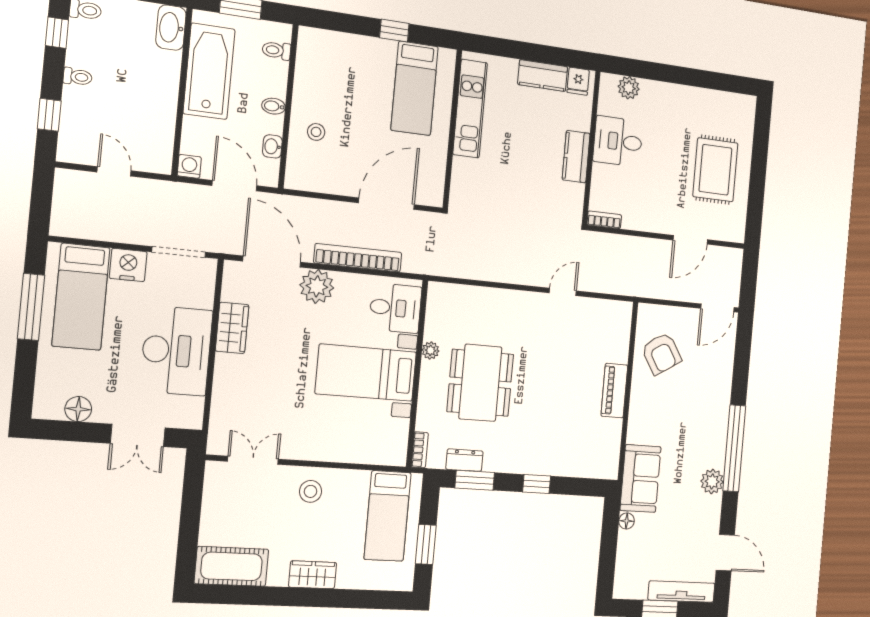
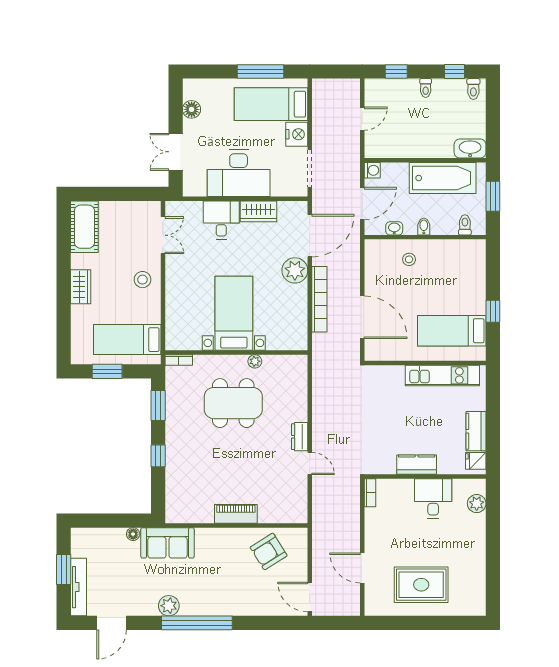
desk: (395, 308) -> (221, 220), moved, turned 180
dresser: (464, 460) -> (300, 437), moved, turned 180

